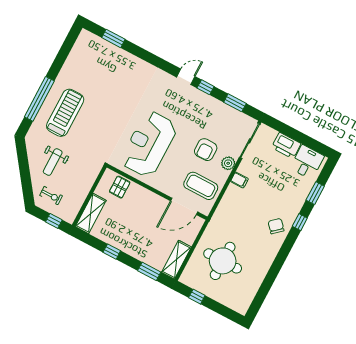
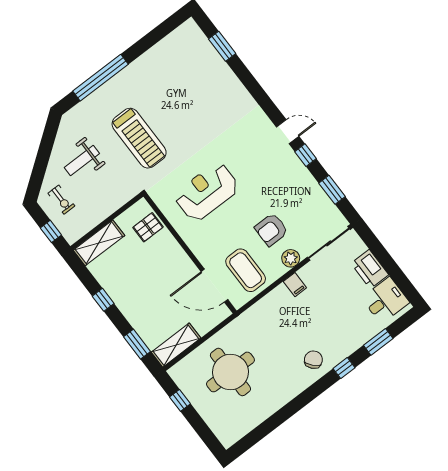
treadmill: (65, 113) -> (139, 138), moved, turned 90
reception desk: (149, 144) -> (207, 192), width x0.74, depth x0.77

